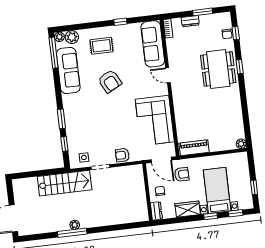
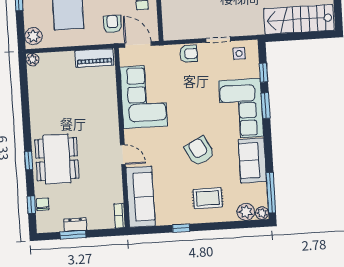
dresser: (190, 21) -> (75, 225), moved
sofa: (68, 70) -> (252, 160), width x0.73
corner sofa: (80, 116) -> (241, 109), added
plant: (242, 162) -> (33, 36), added
armchair: (182, 174) -> (112, 24), turned 90
stairs: (65, 183) -> (299, 19), moved

